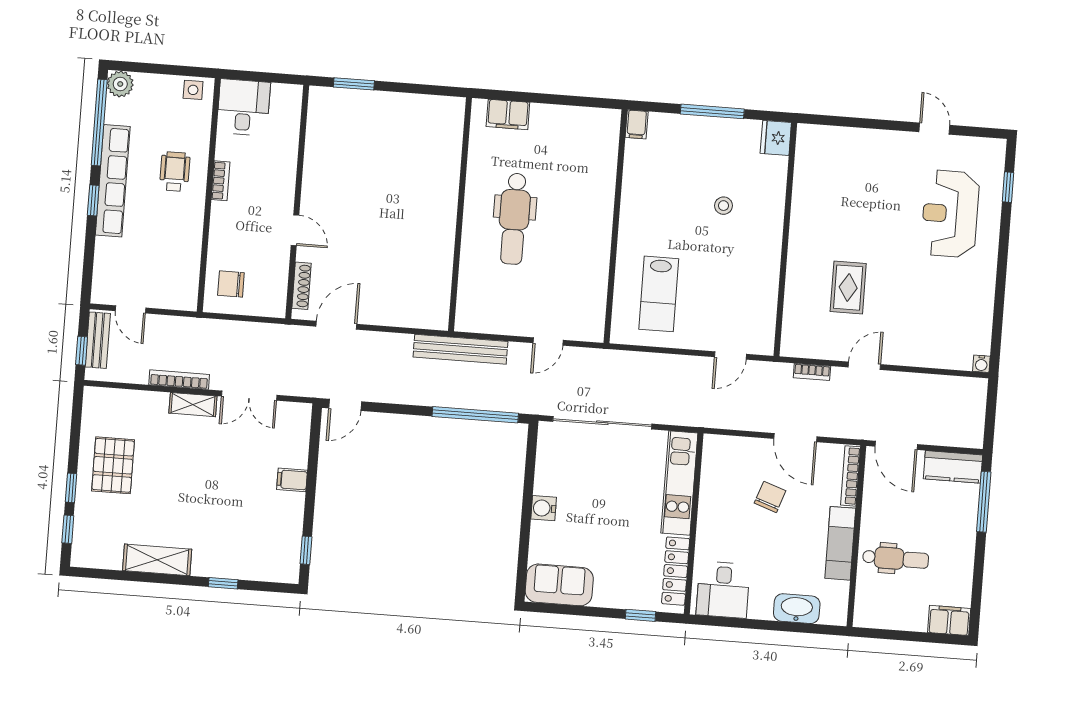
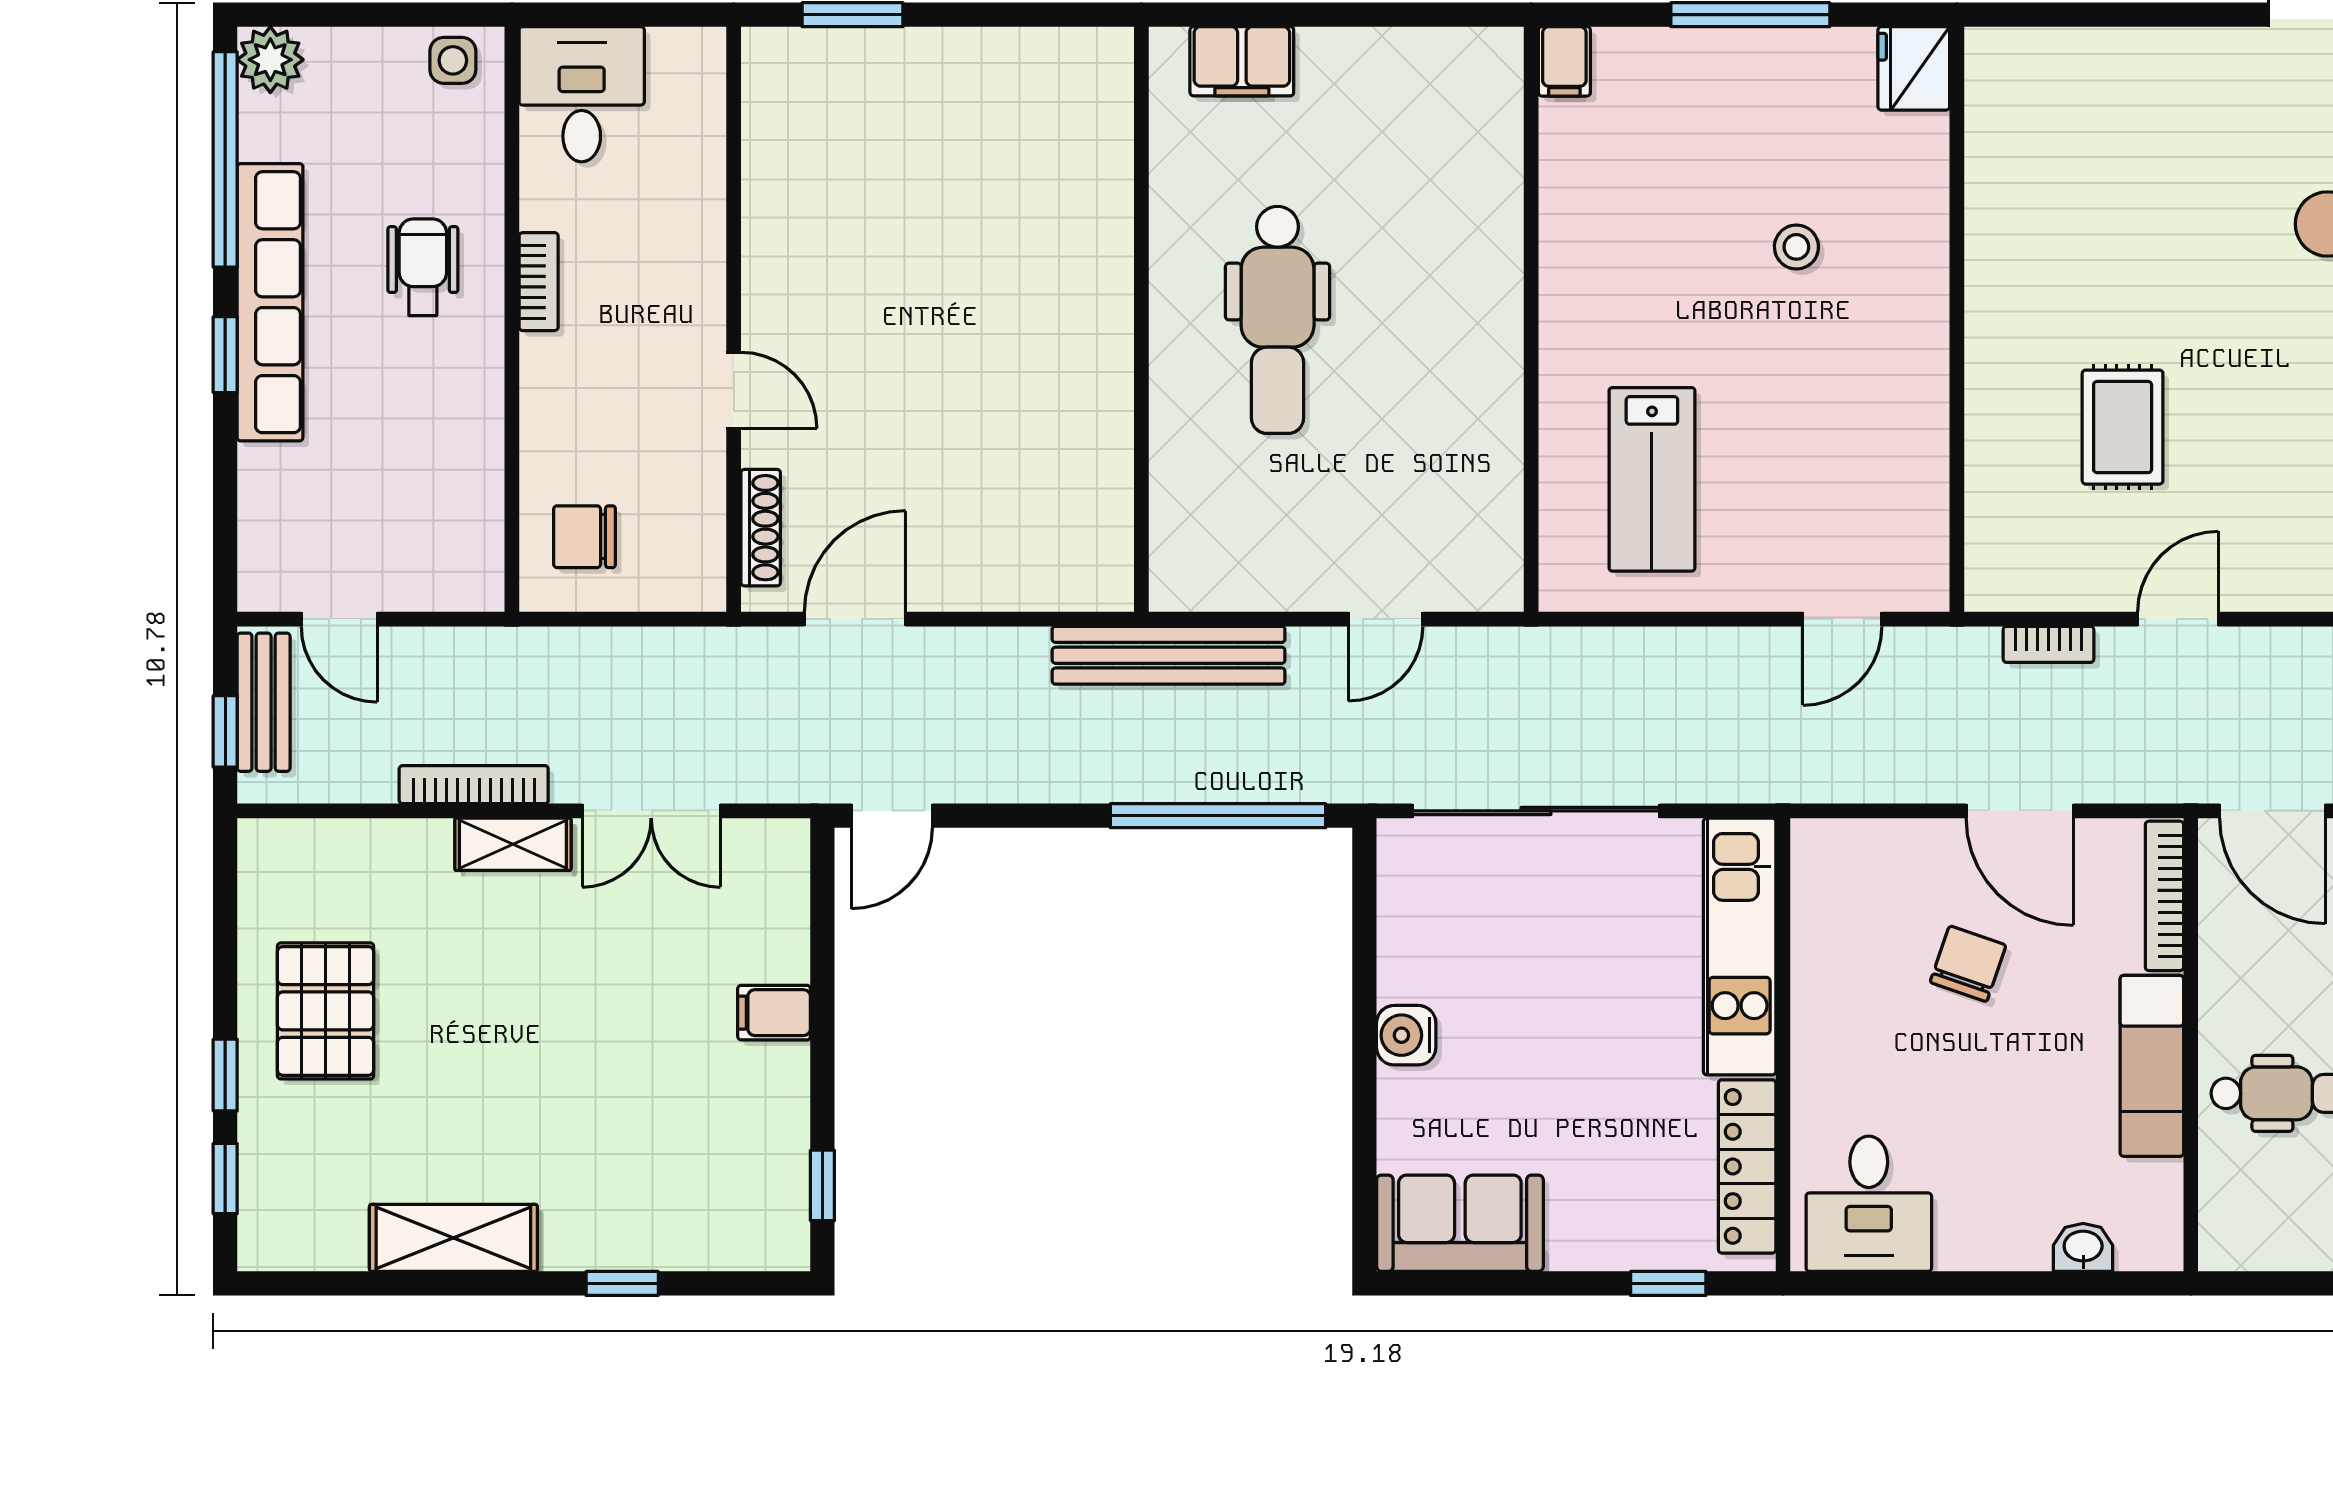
washbasin: (797, 609) -> (2083, 1247), width x0.52, depth x0.69

